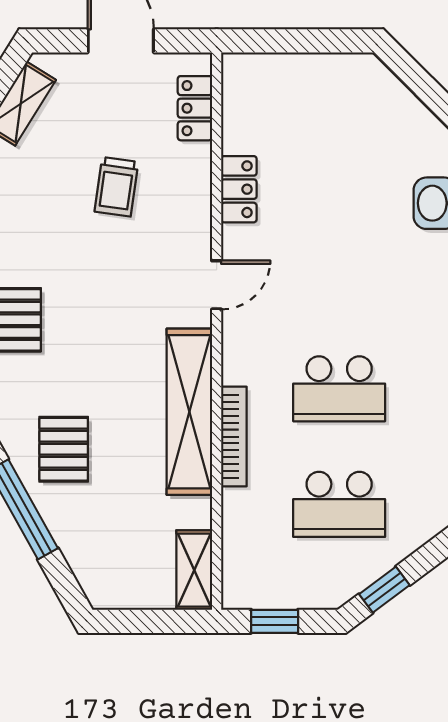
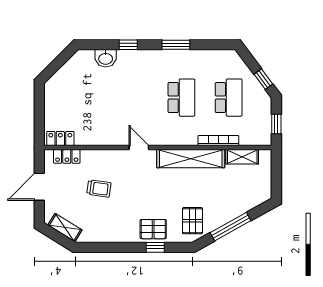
locker: (239, 189) -> (60, 138), moved
bookcase: (234, 437) -> (218, 140), moved
pallet: (64, 449) -> (192, 221), moved, turned 90
shelving: (194, 570) -> (242, 157), moved

